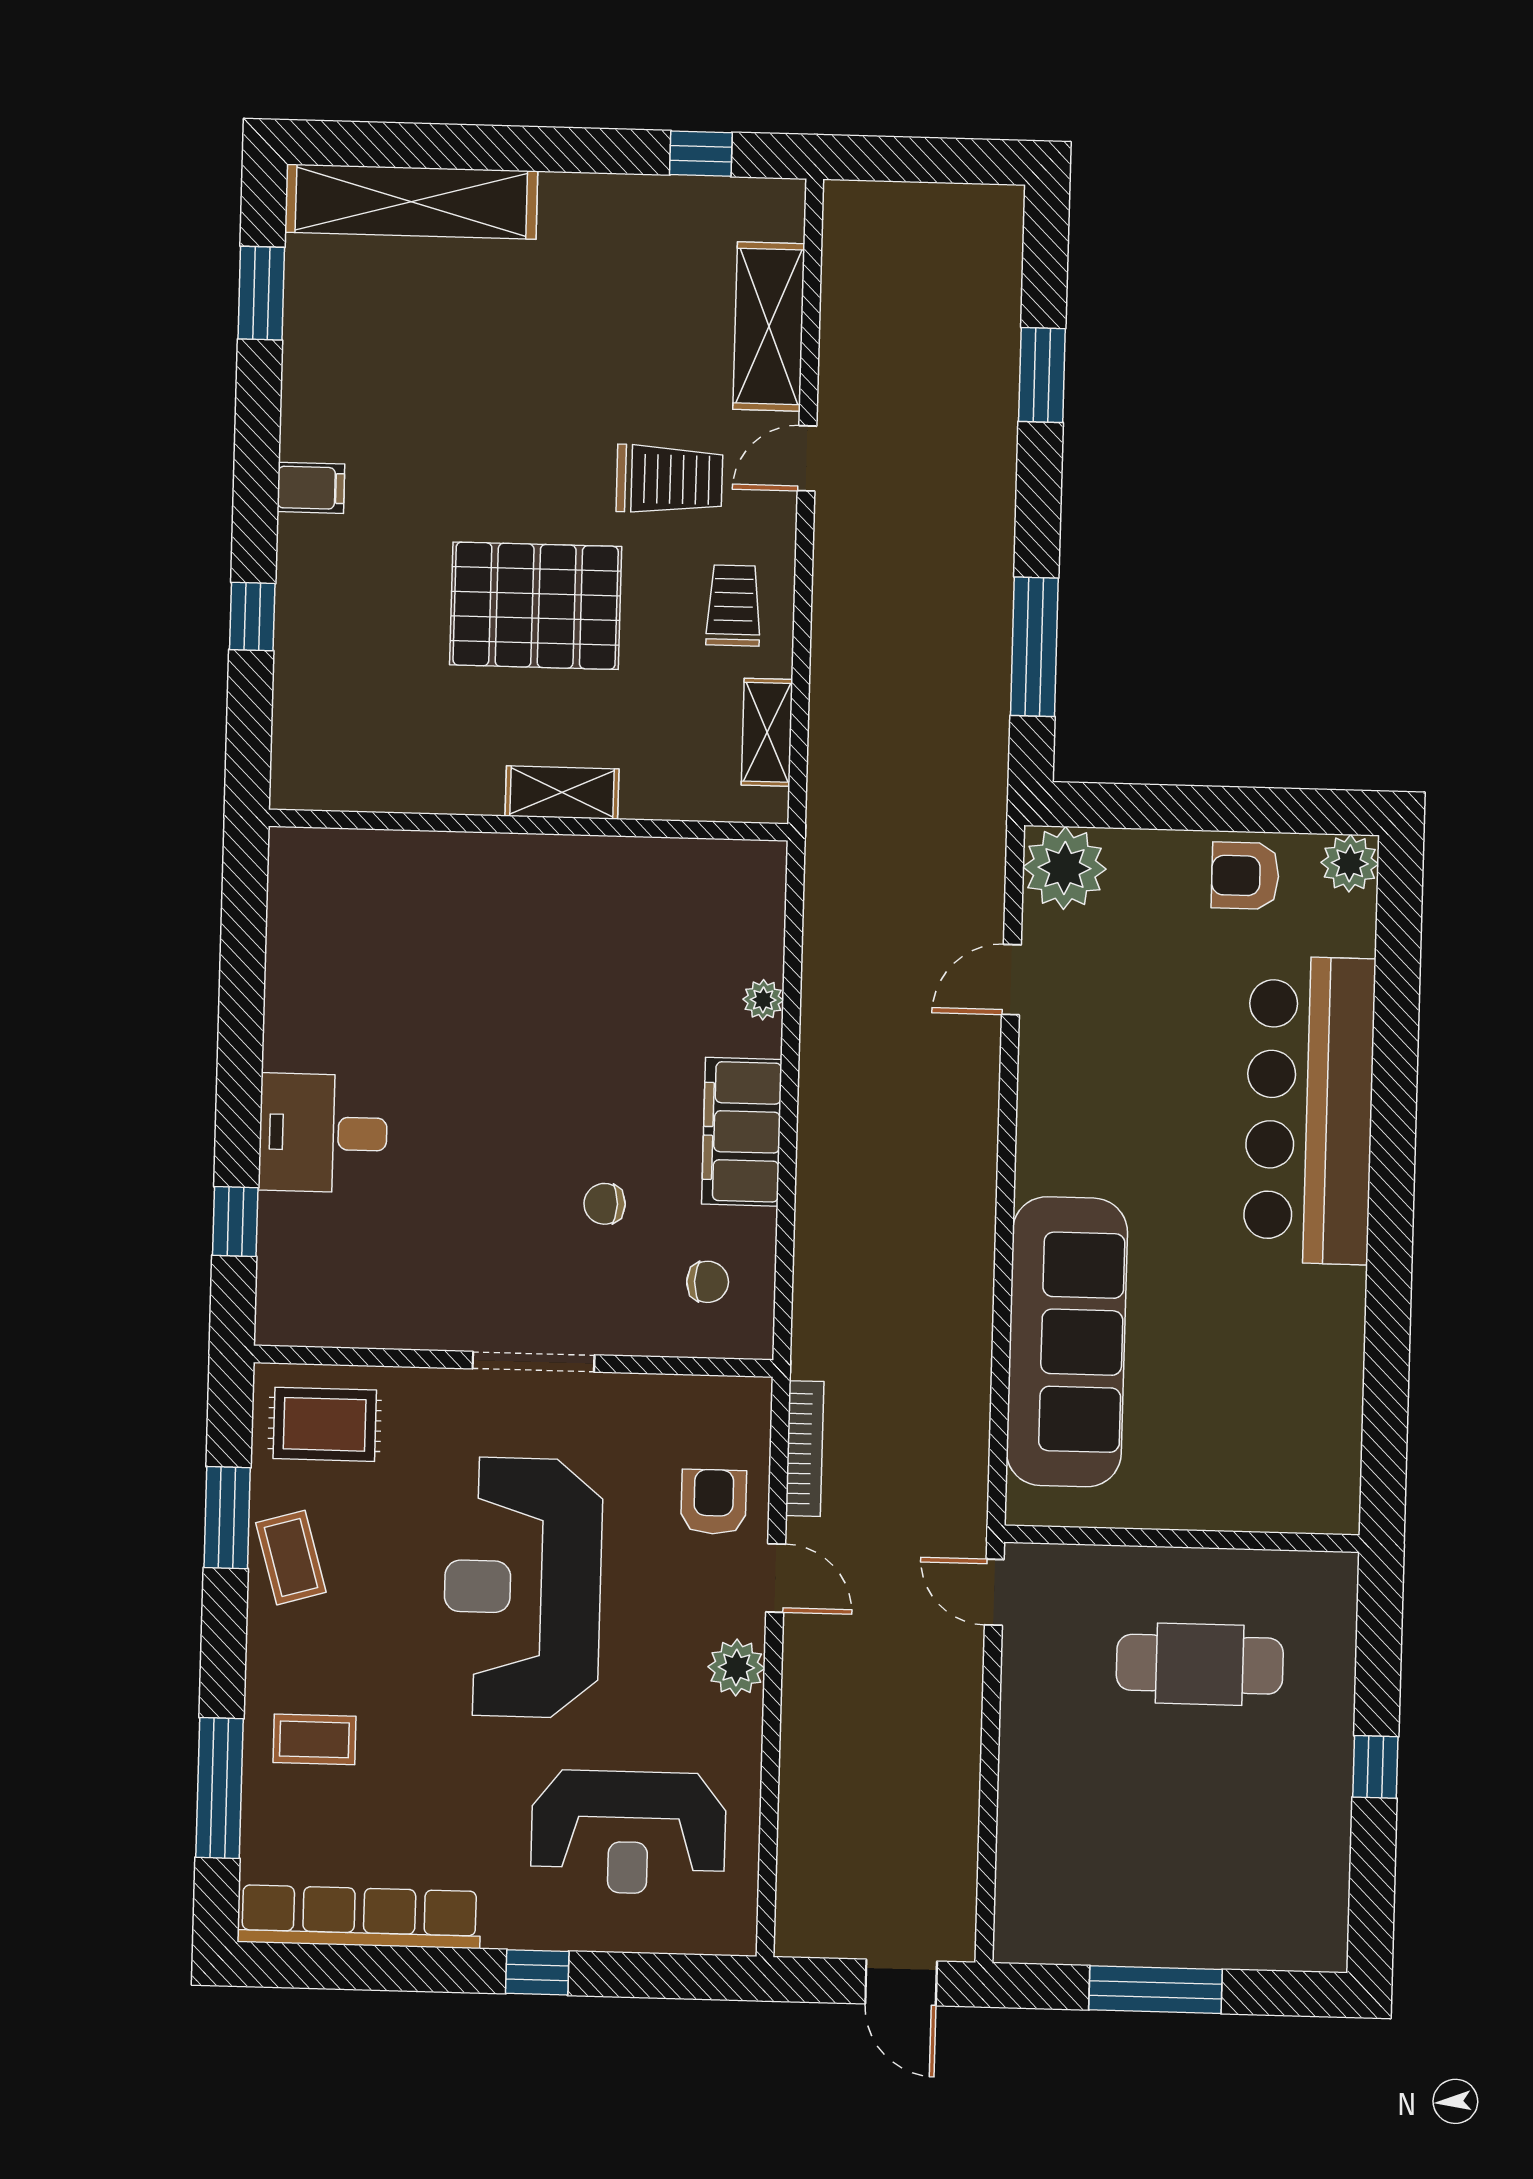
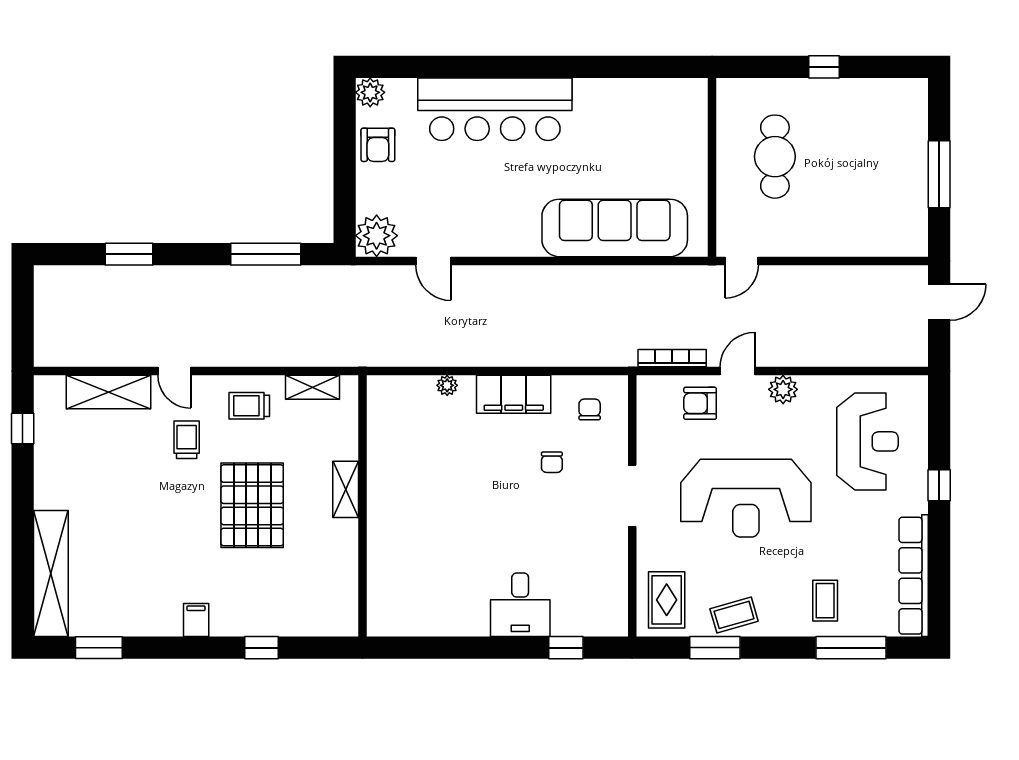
trolley: (669, 479) -> (187, 440), width x0.73, depth x0.72

